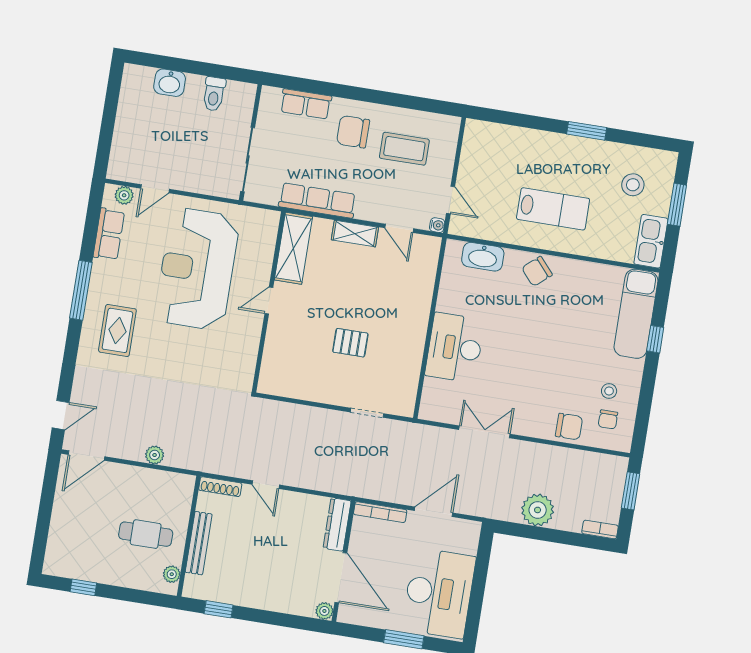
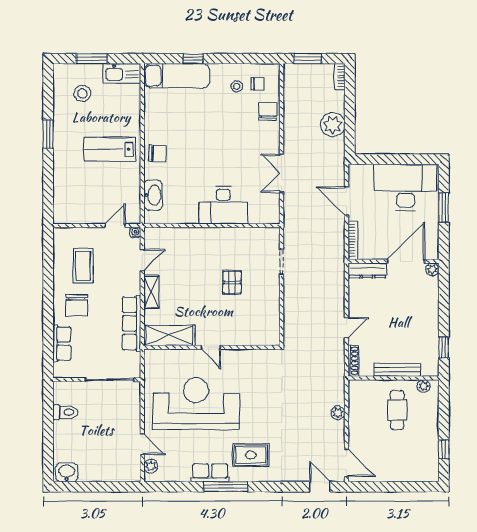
washbasin: (170, 83) -> (67, 472), moved, turned -90
lab bench: (553, 209) -> (110, 149), turned -90
row of seats: (109, 234) -> (210, 473), moved
reception desk: (197, 269) -> (196, 404), turned 180
chair: (537, 271) -> (157, 154), turned -46

